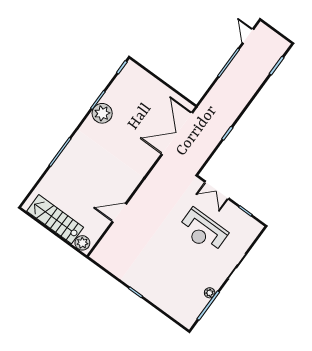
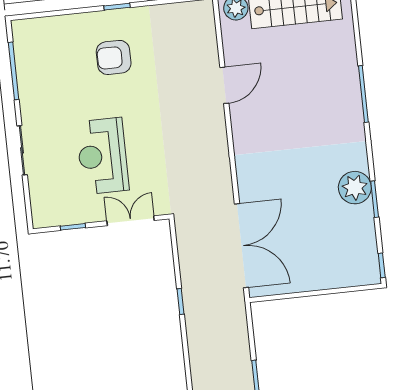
reception desk: (203, 231) -> (102, 156), turned -90
armchair: (158, 271) -> (114, 57), added
plant: (210, 293) -> (26, 88), removed

